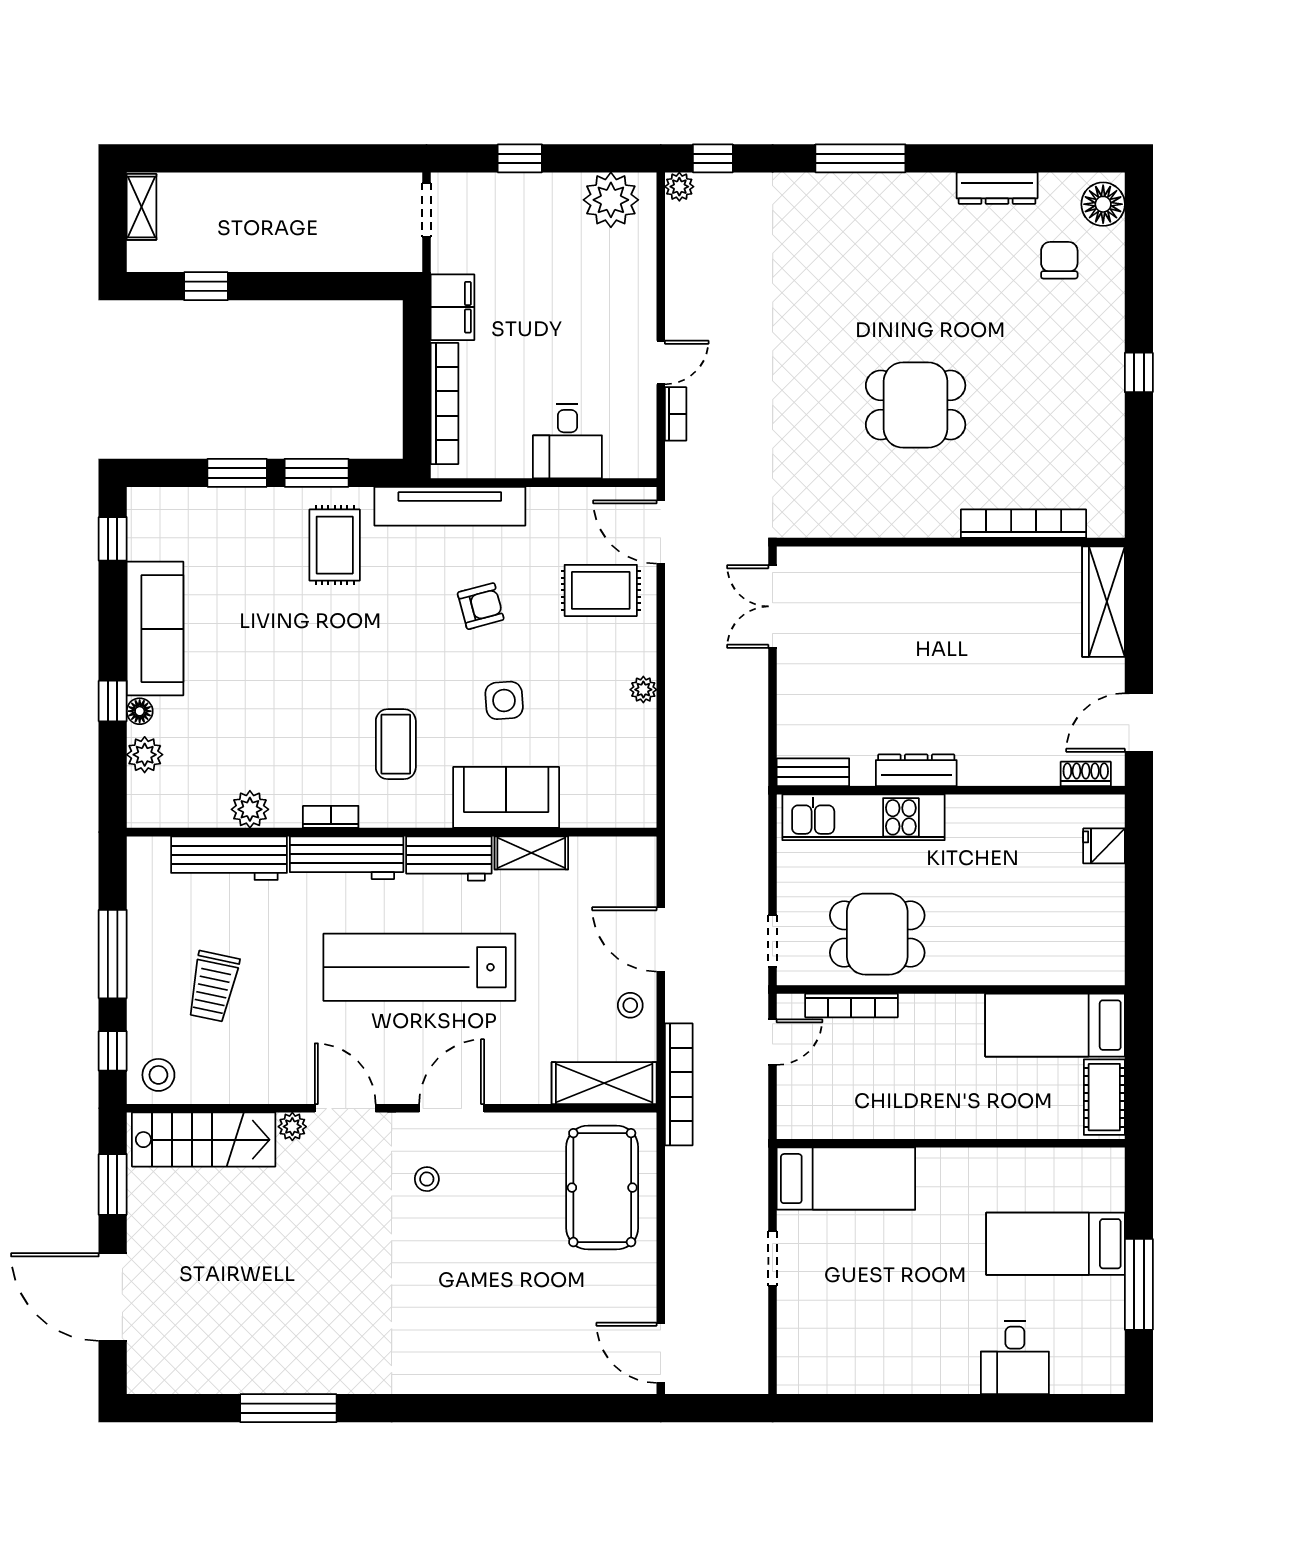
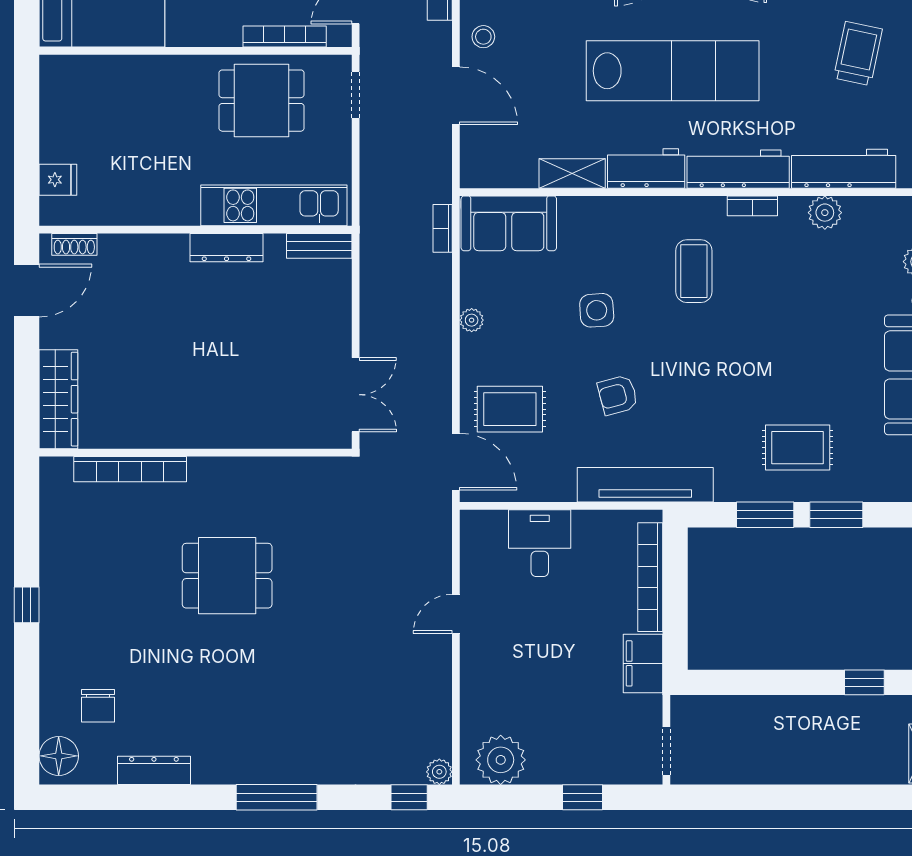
bookcase: (676, 414) -> (443, 228), moved
rug: (335, 545) -> (798, 448), moved, turned 90
sofa: (506, 797) -> (509, 223), moved

